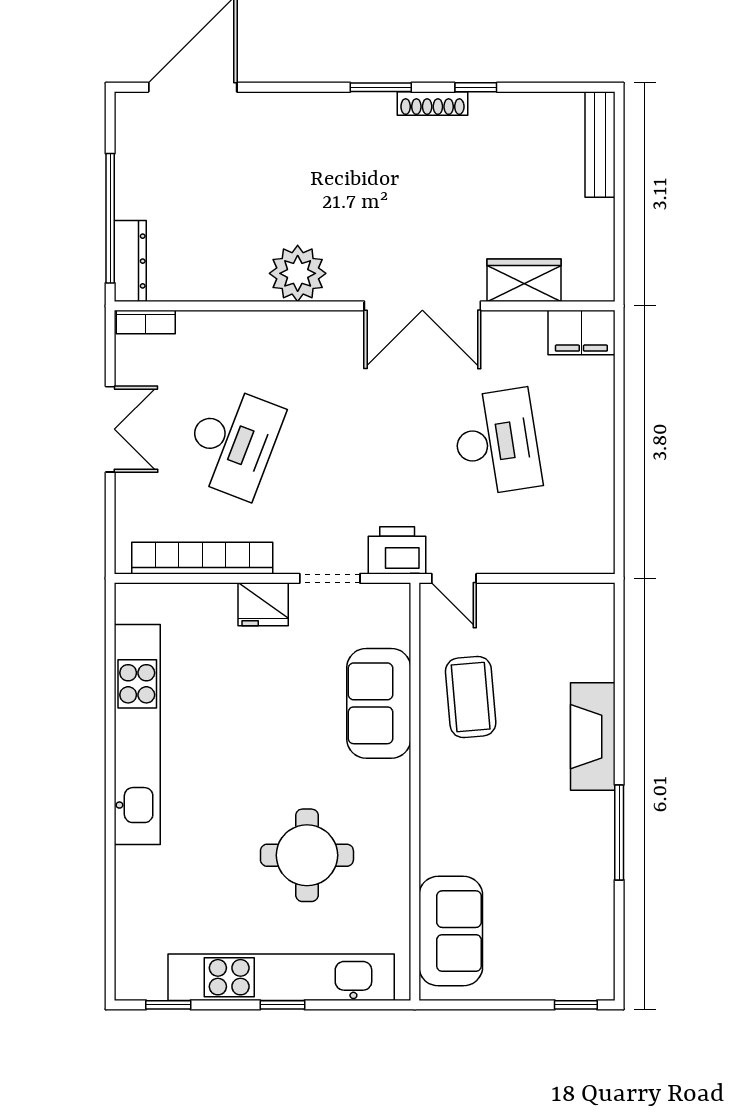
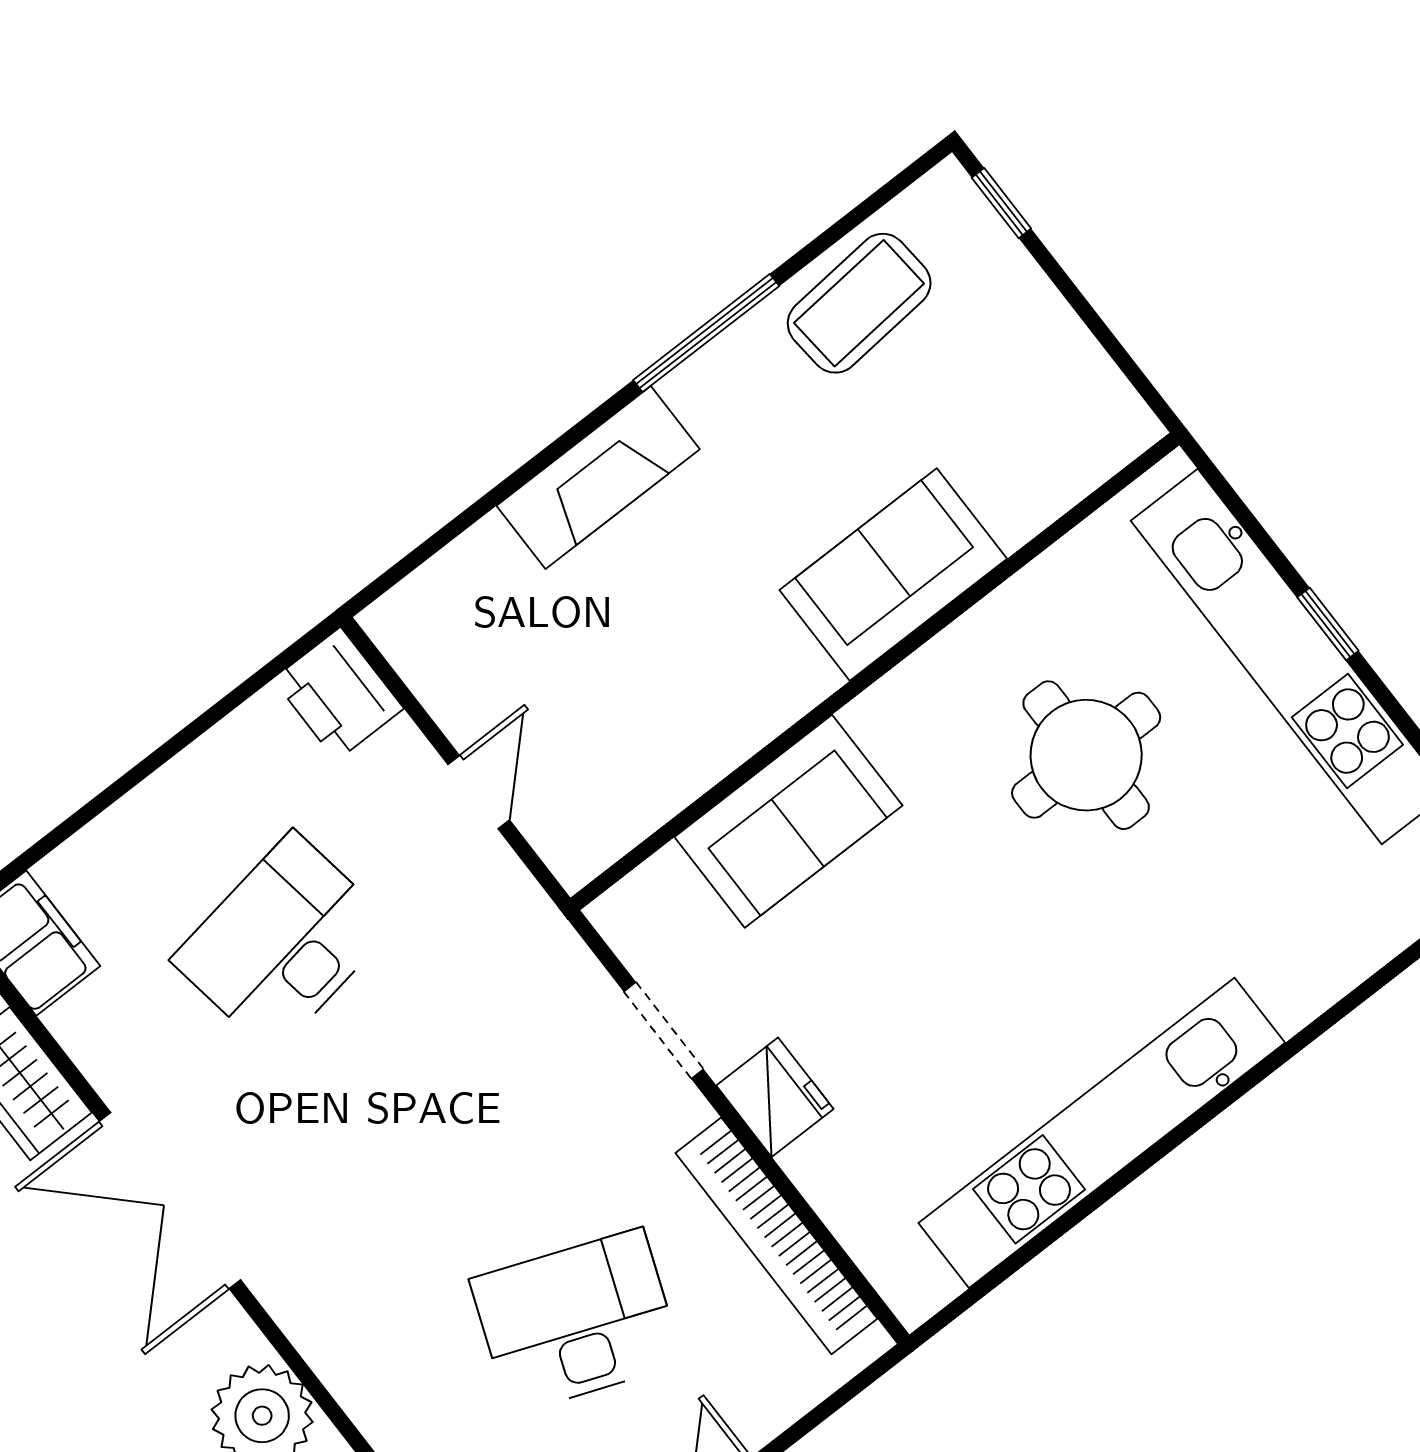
double door: (422, 306) -> (170, 1201), swing flipped
printer: (397, 550) -> (338, 694), moved
door: (454, 578) -> (479, 792), moved
coffee table: (471, 697) -> (859, 303), moved
sofa: (451, 931) -> (893, 574), moved

